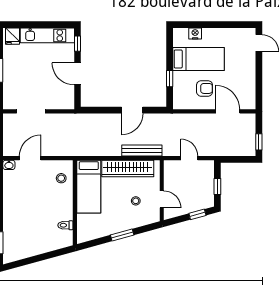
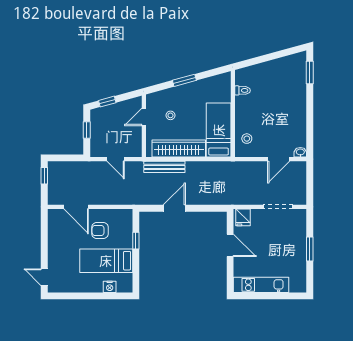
fridge: (13, 36) -> (243, 217), moved, turned 180
window: (78, 44) -> (230, 276), removed
door: (162, 199) -> (144, 117), hinge flipped

